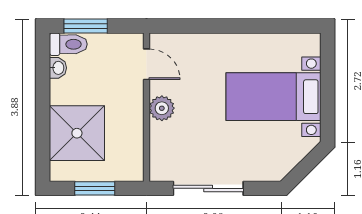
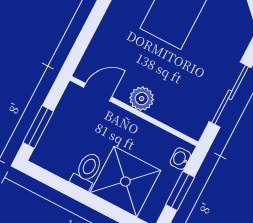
toilet: (68, 44) -> (87, 171), moved
washbasin: (58, 68) -> (180, 159), moved, turned -90

